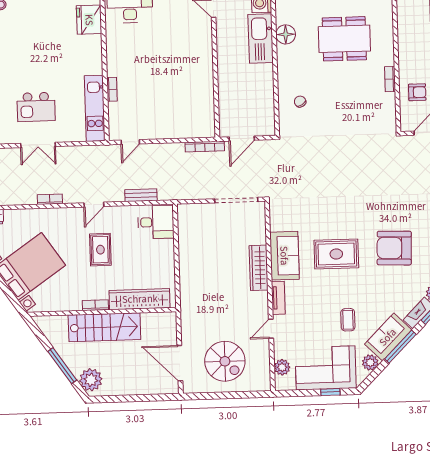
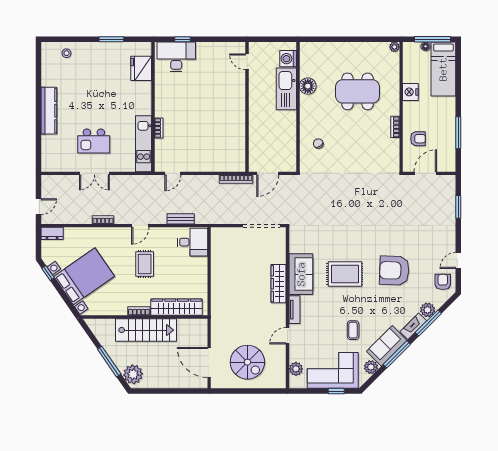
nightstand: (407, 38) -> (410, 92), added

